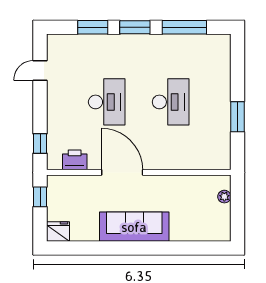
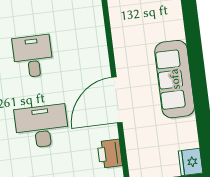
desk: (171, 102) -> (33, 56), width x0.73

